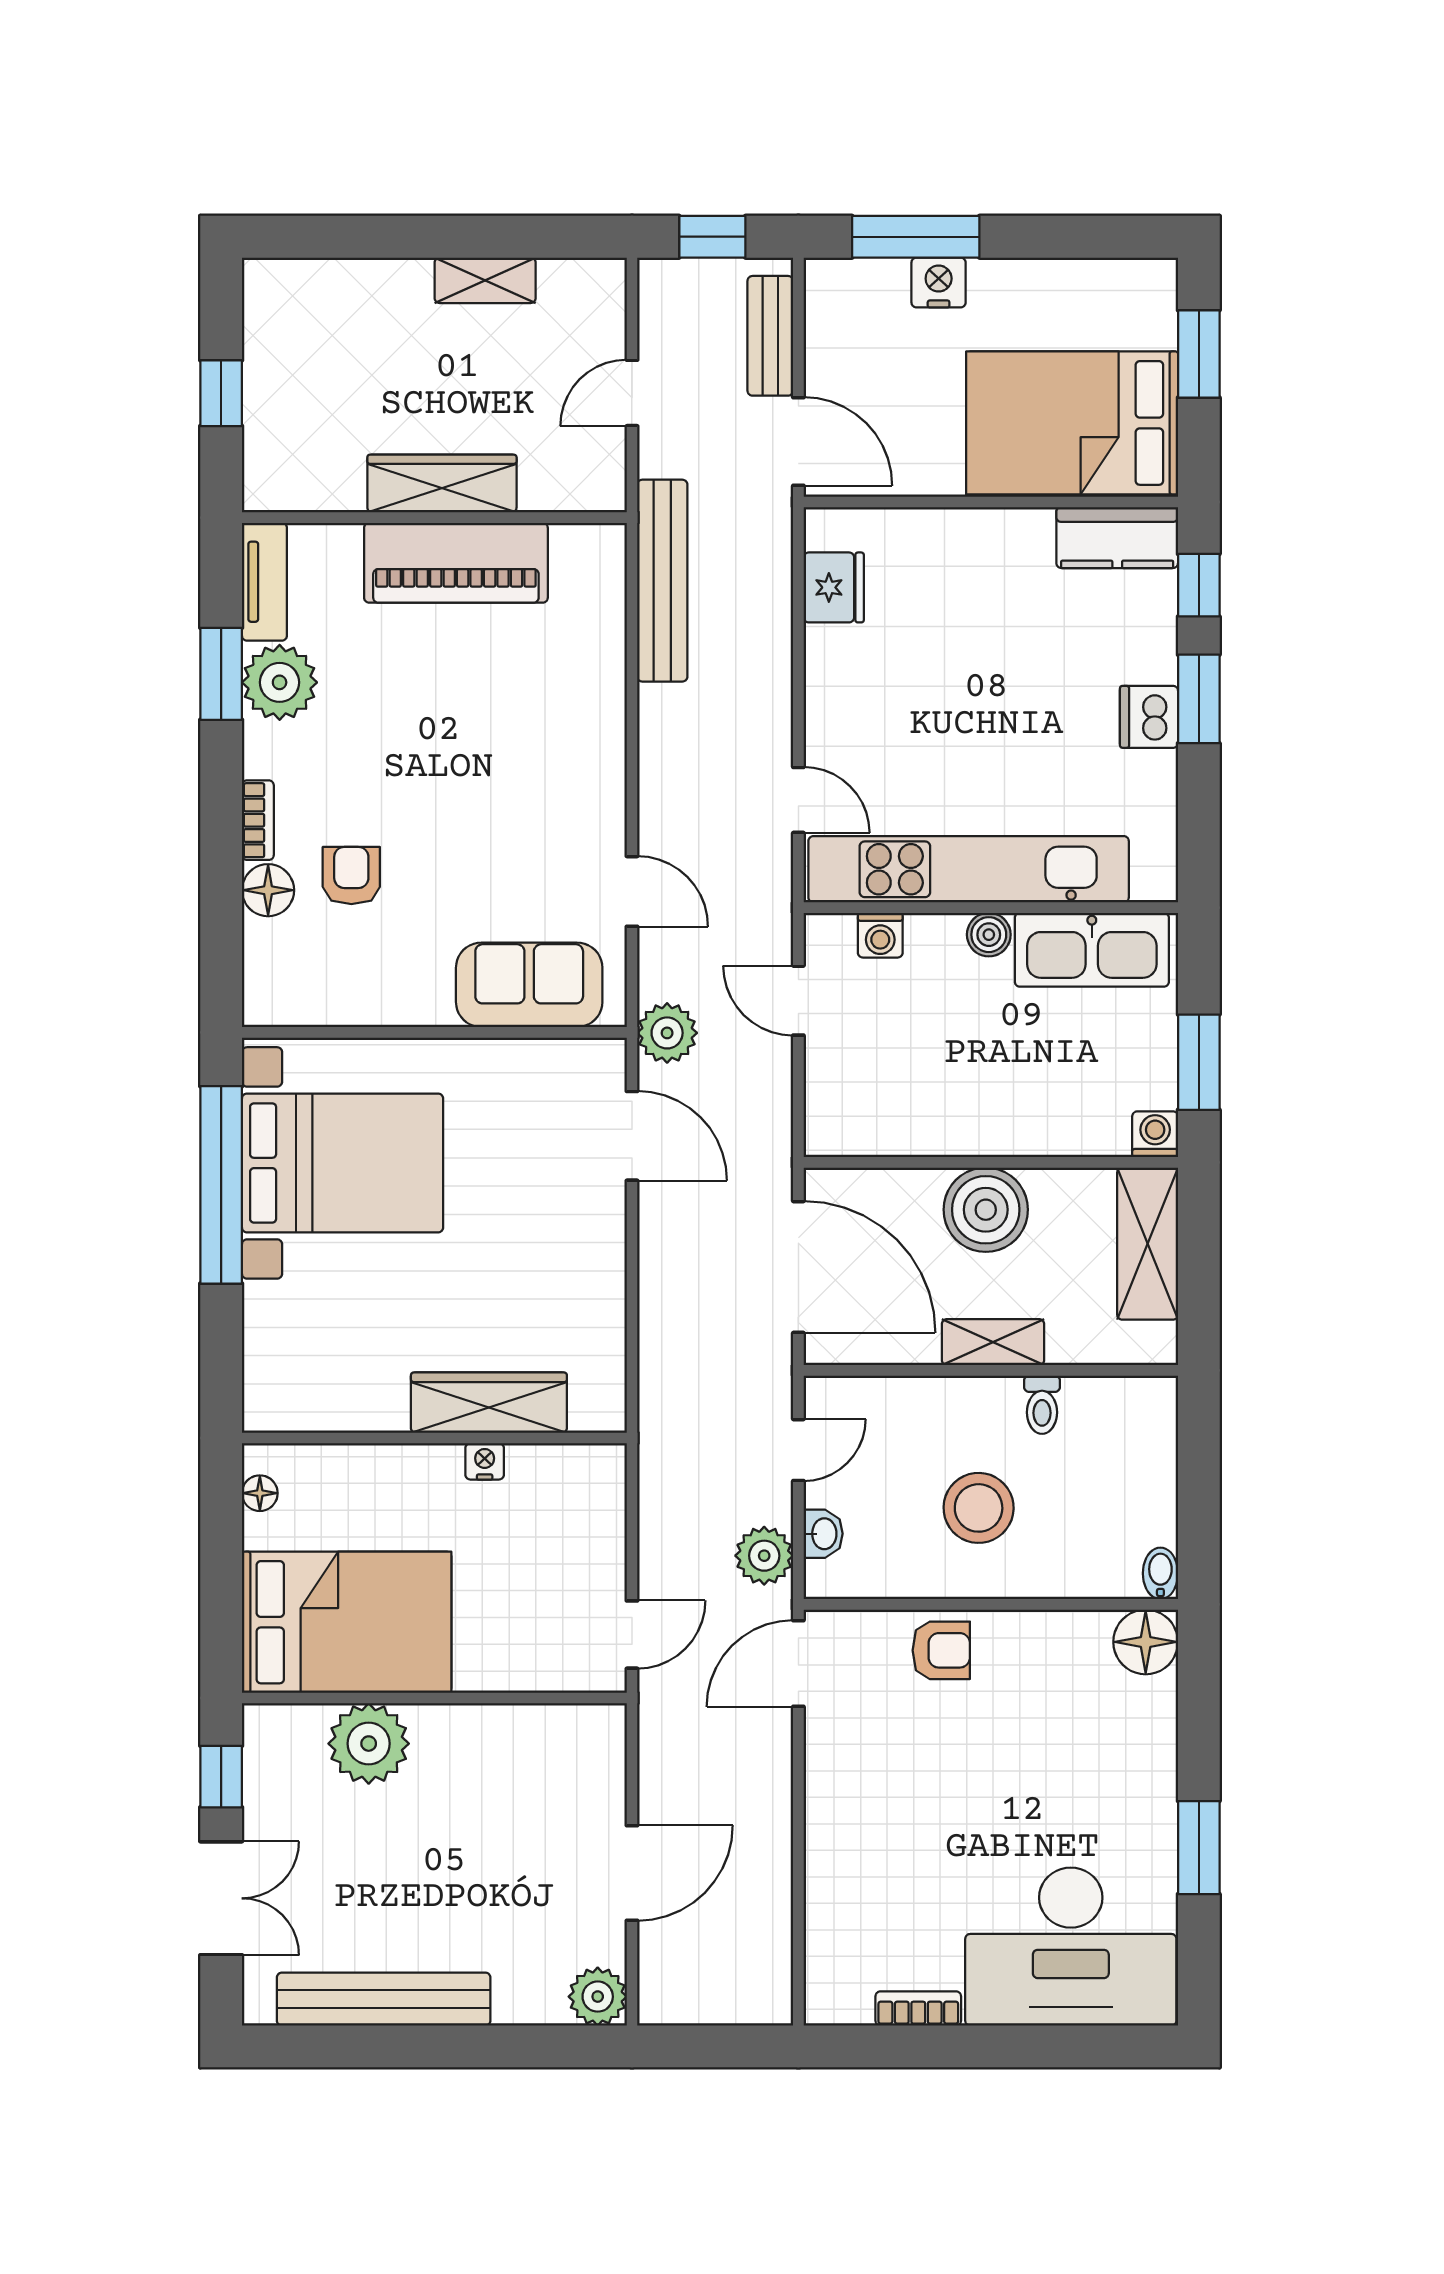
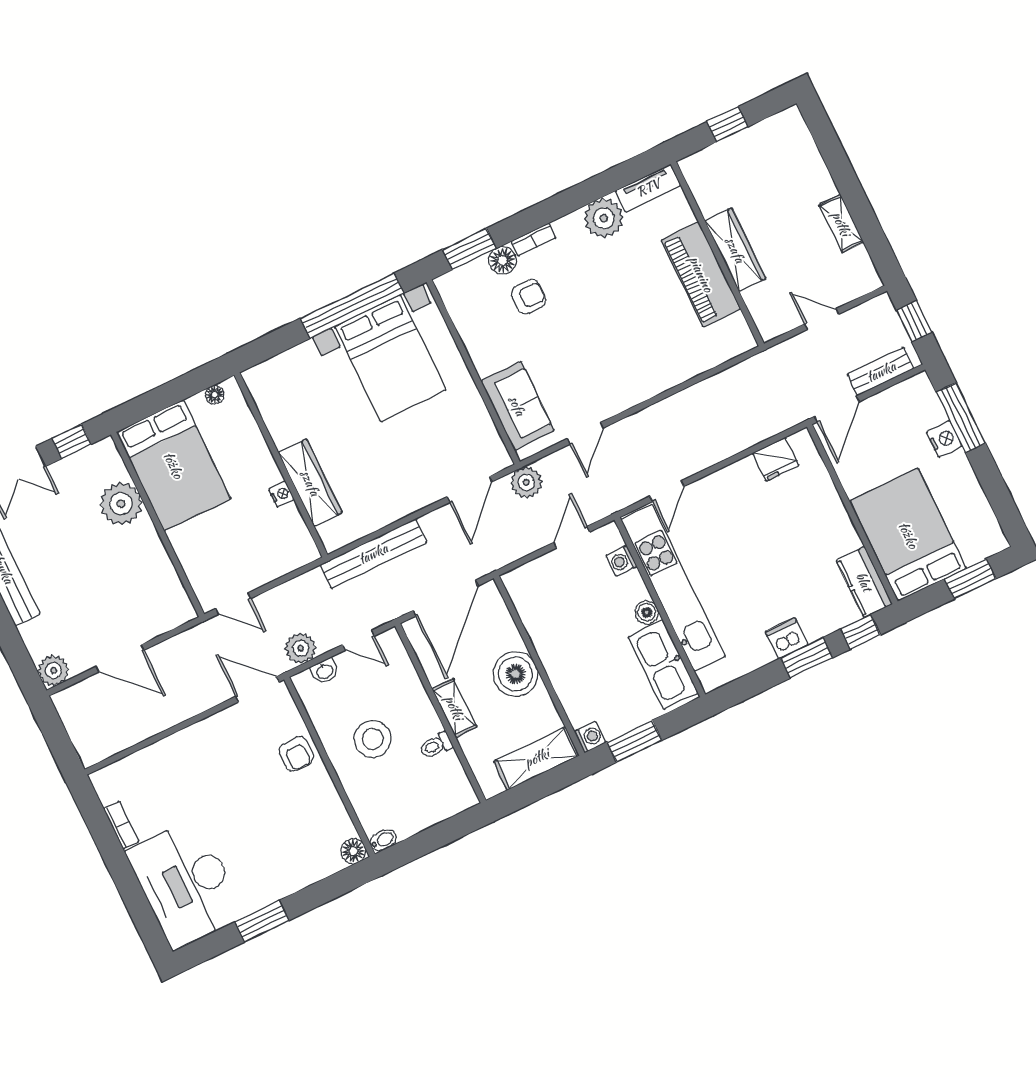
bench: (662, 581) -> (373, 554), moved
window: (221, 674) -> (469, 249), moved
floor lamp: (1146, 1642) -> (353, 851), width x0.73, depth x0.73

